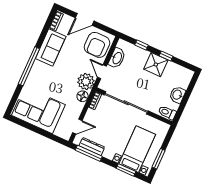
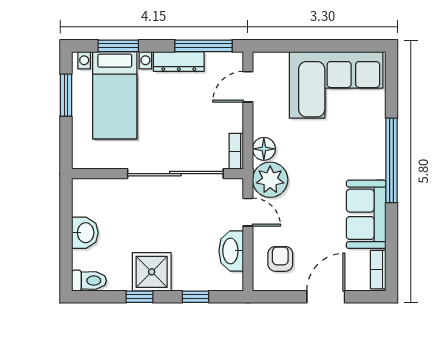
armchair: (97, 45) -> (280, 259), width x0.53, depth x0.53
toilet: (167, 113) -> (89, 281), moved
dresser: (92, 146) -> (179, 61), moved

